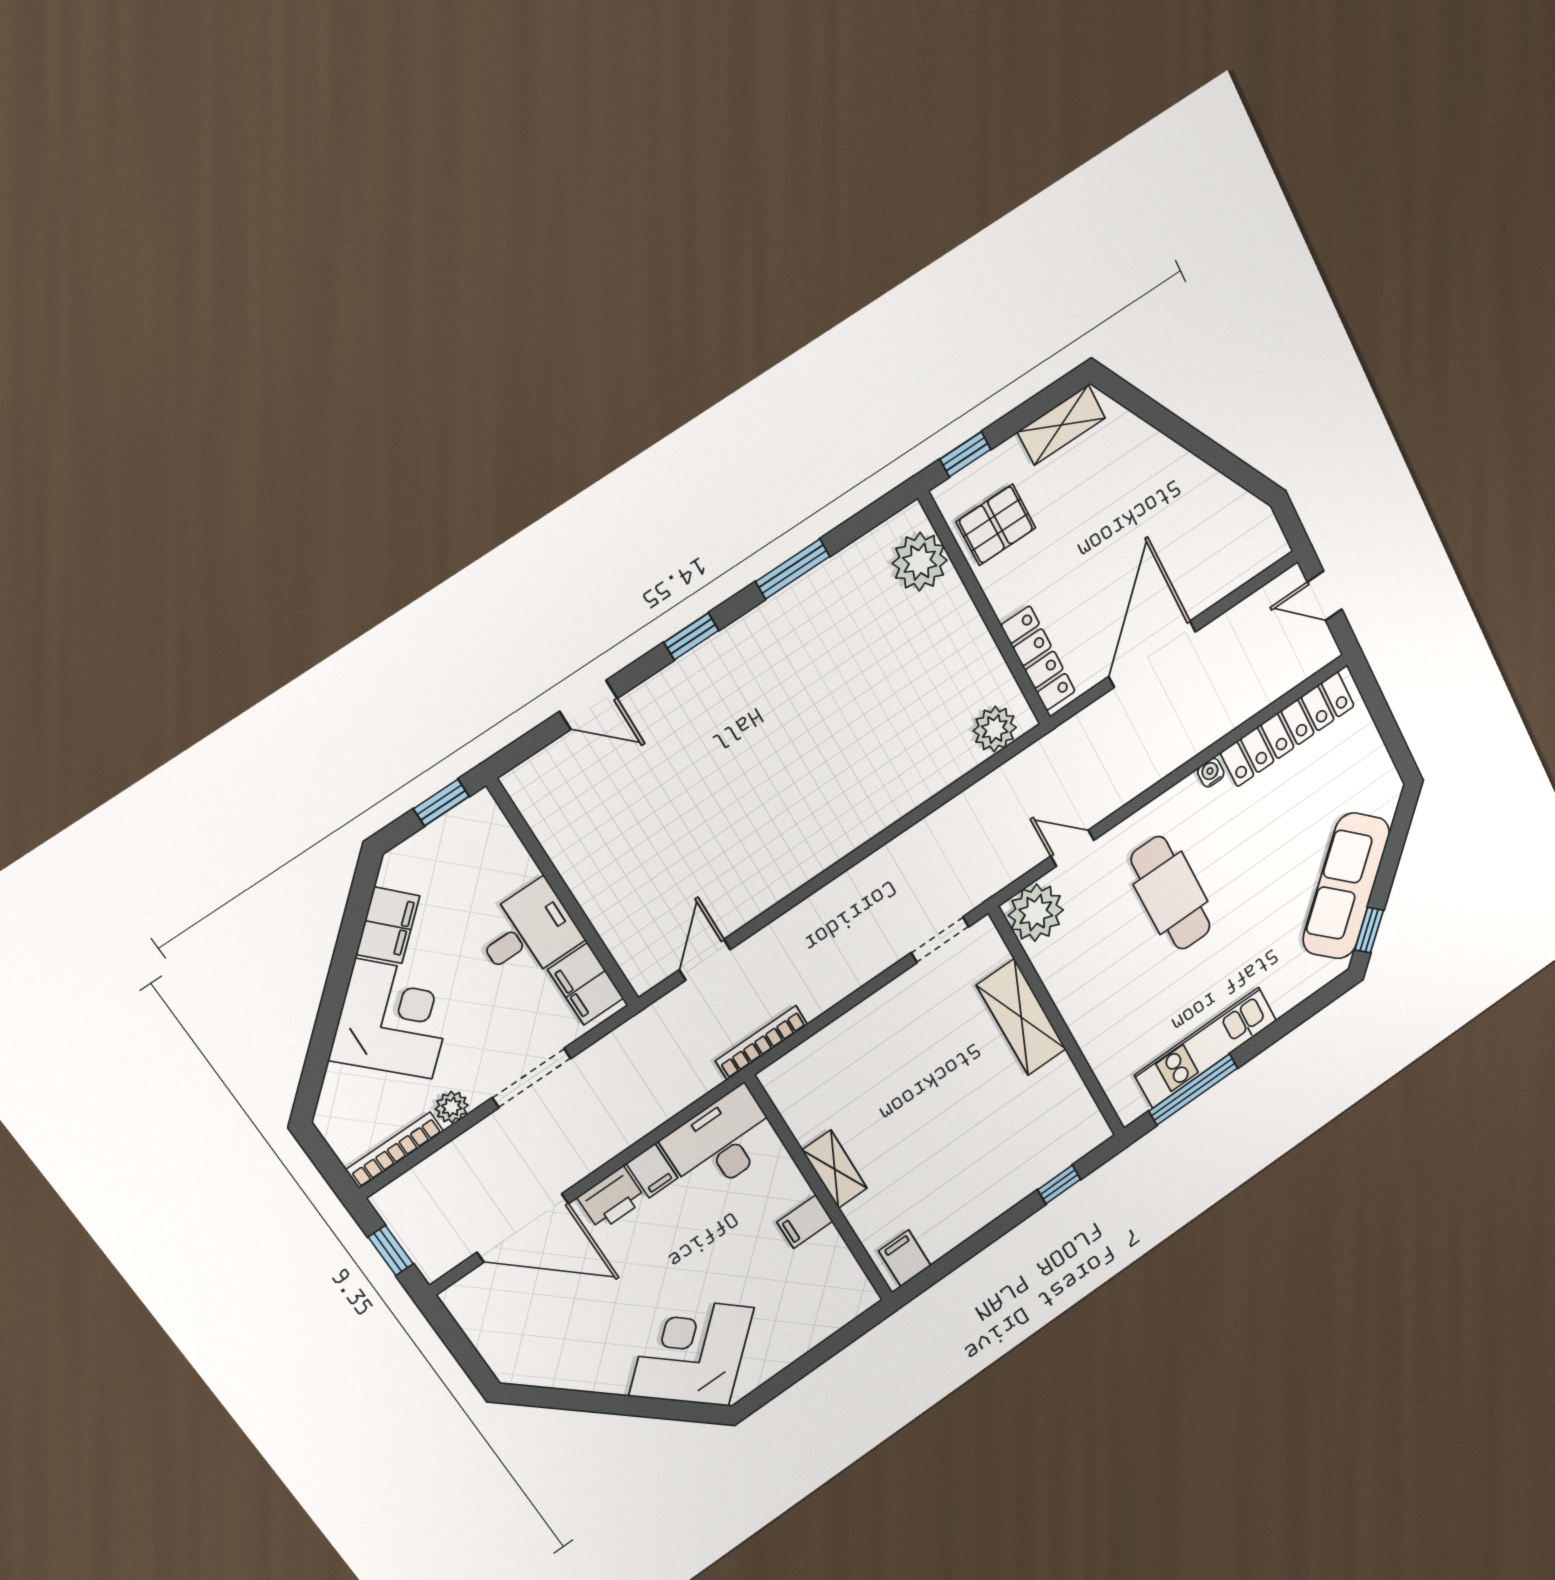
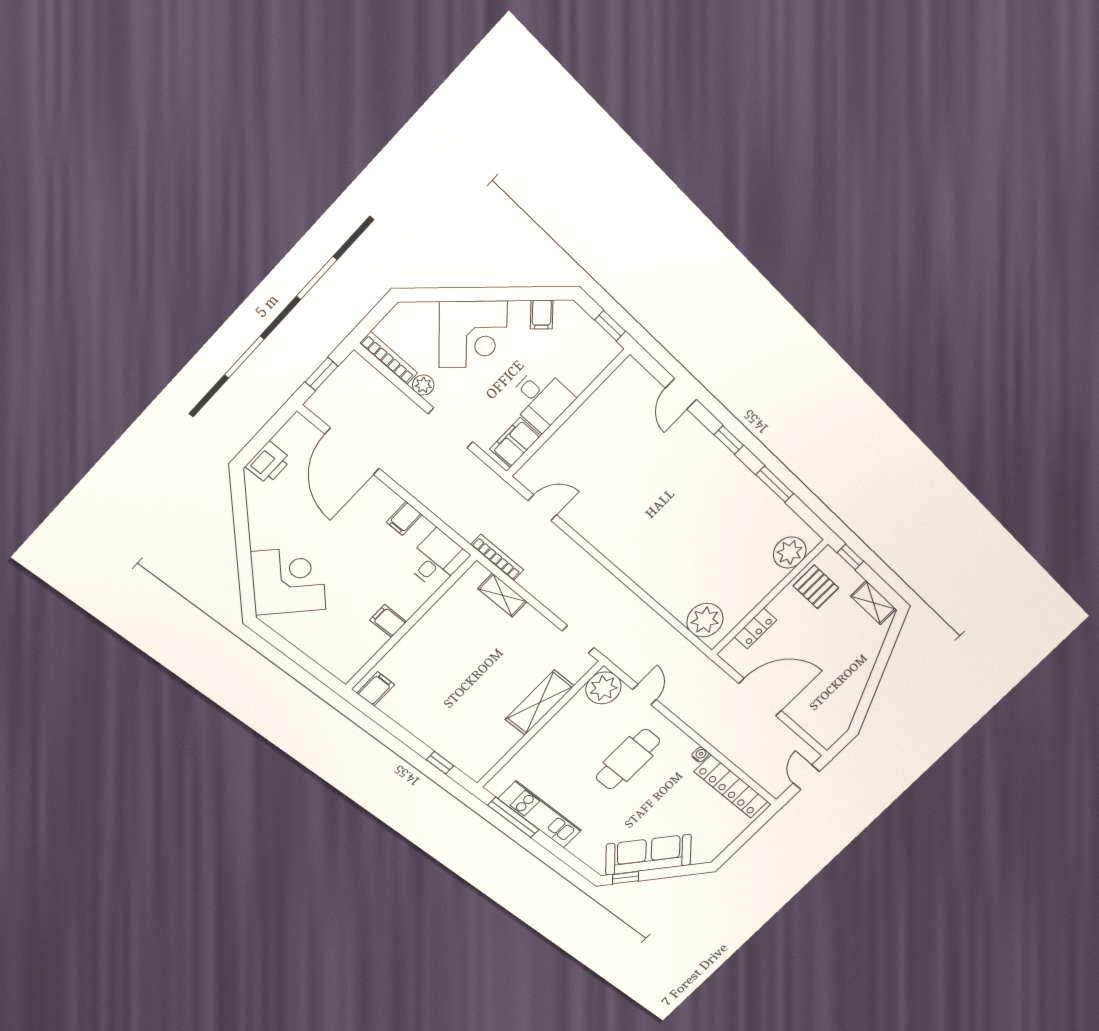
locker: (1038, 658) -> (755, 628), width x0.66
plant: (995, 729) -> (705, 620), width x1.36, depth x1.36
filing cabinet: (388, 925) -> (542, 315), width x0.50
desk: (721, 1142) -> (437, 559), width x0.73
shelving: (835, 1169) -> (502, 595), moved, turned 90
printer: (611, 1199) -> (269, 463), moved, turned -90

